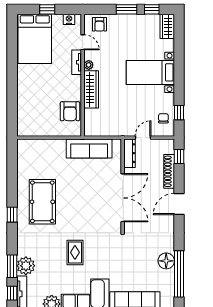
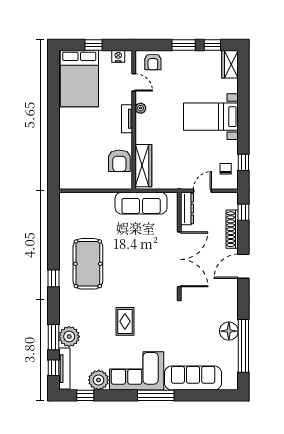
tv unit: (77, 62) -> (127, 119), moved
wardrobe: (91, 89) -> (143, 166), moved

